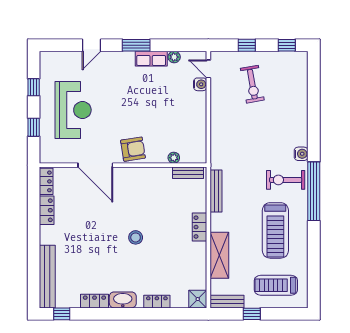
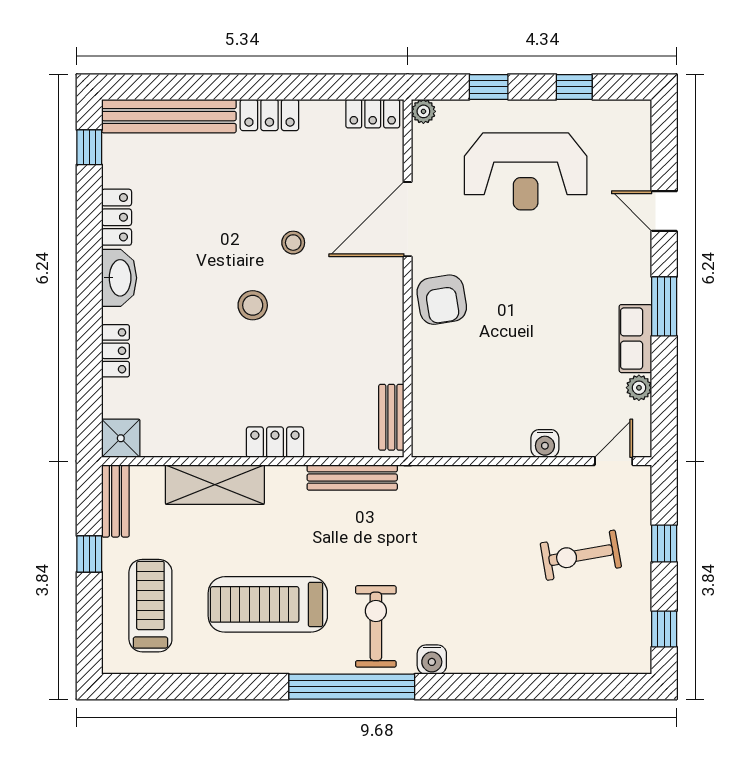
water cooler: (200, 84) -> (545, 443), moved
plant: (174, 158) -> (423, 111), moved
locker: (47, 210) -> (269, 115), moved
stool: (106, 219) -> (293, 243), added

